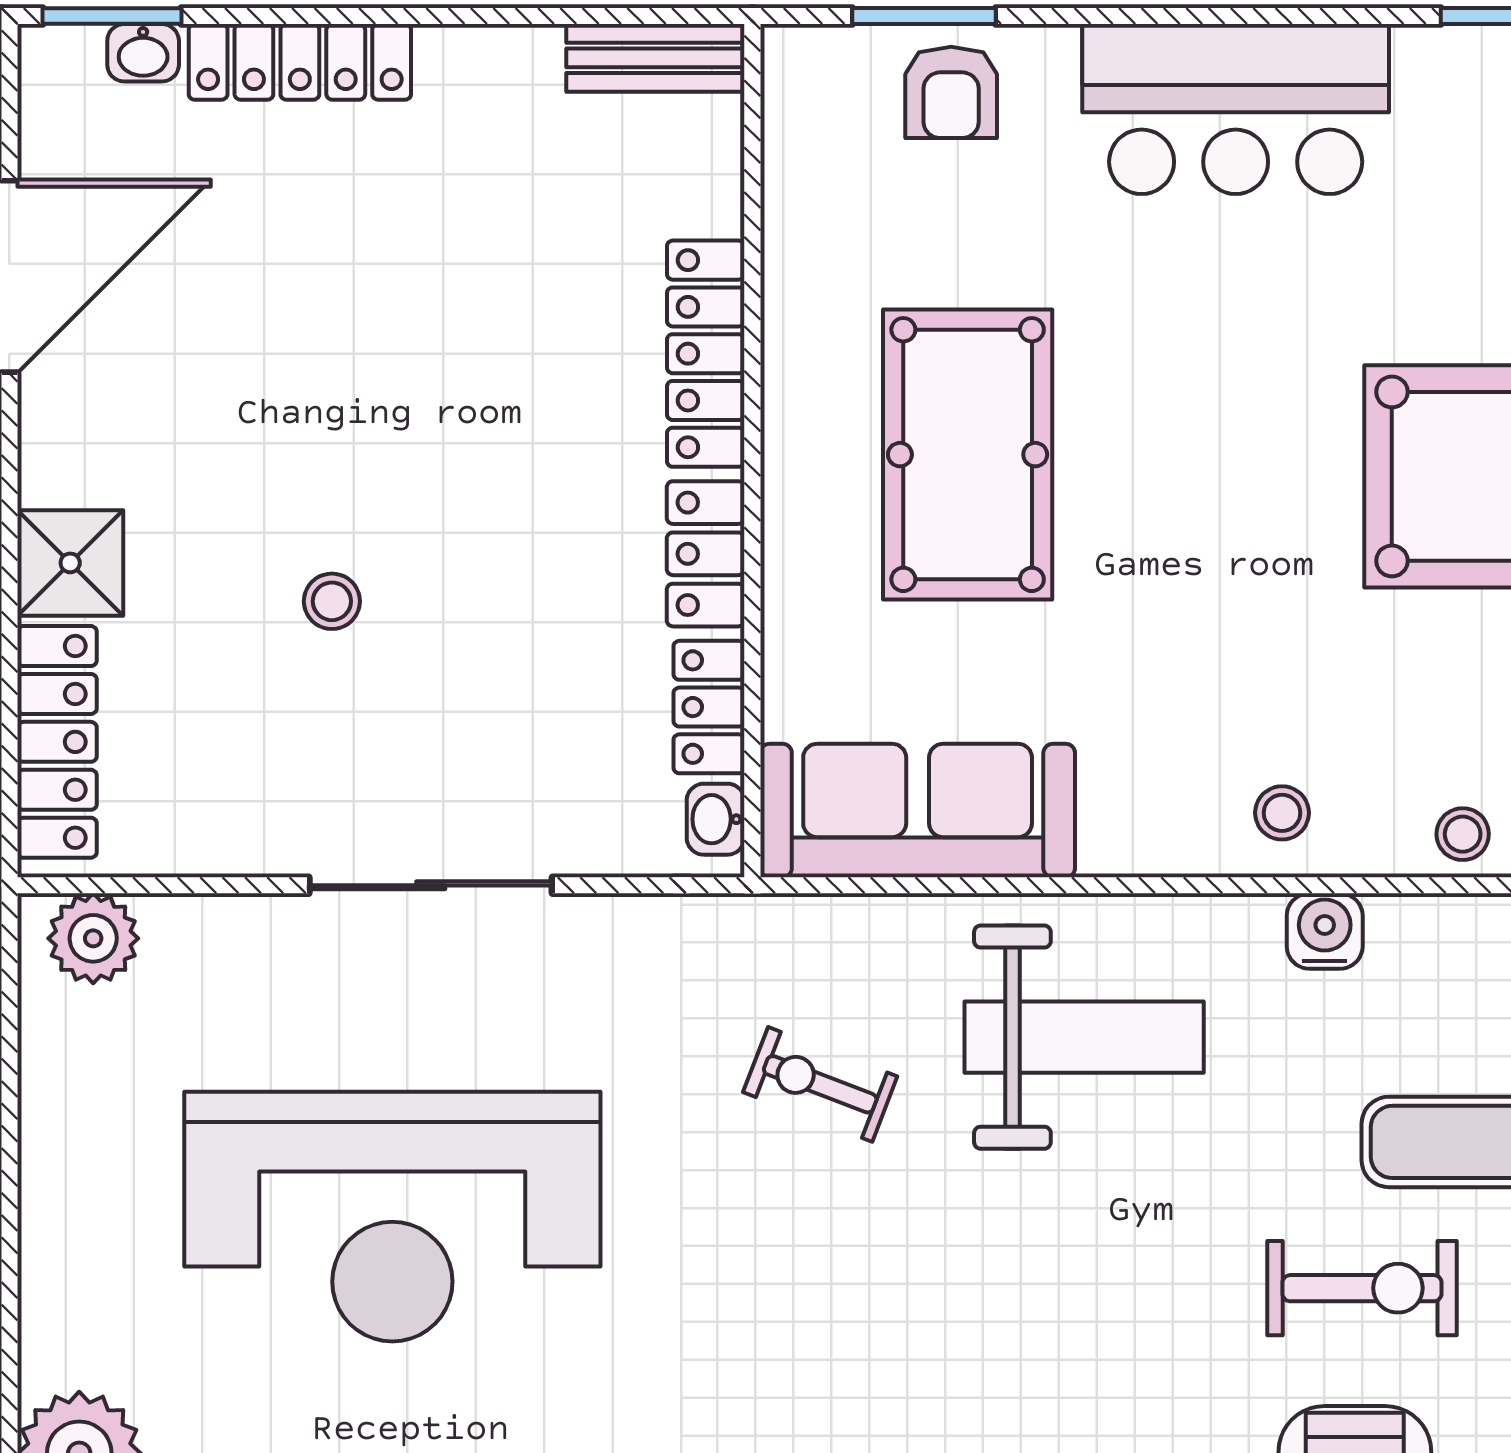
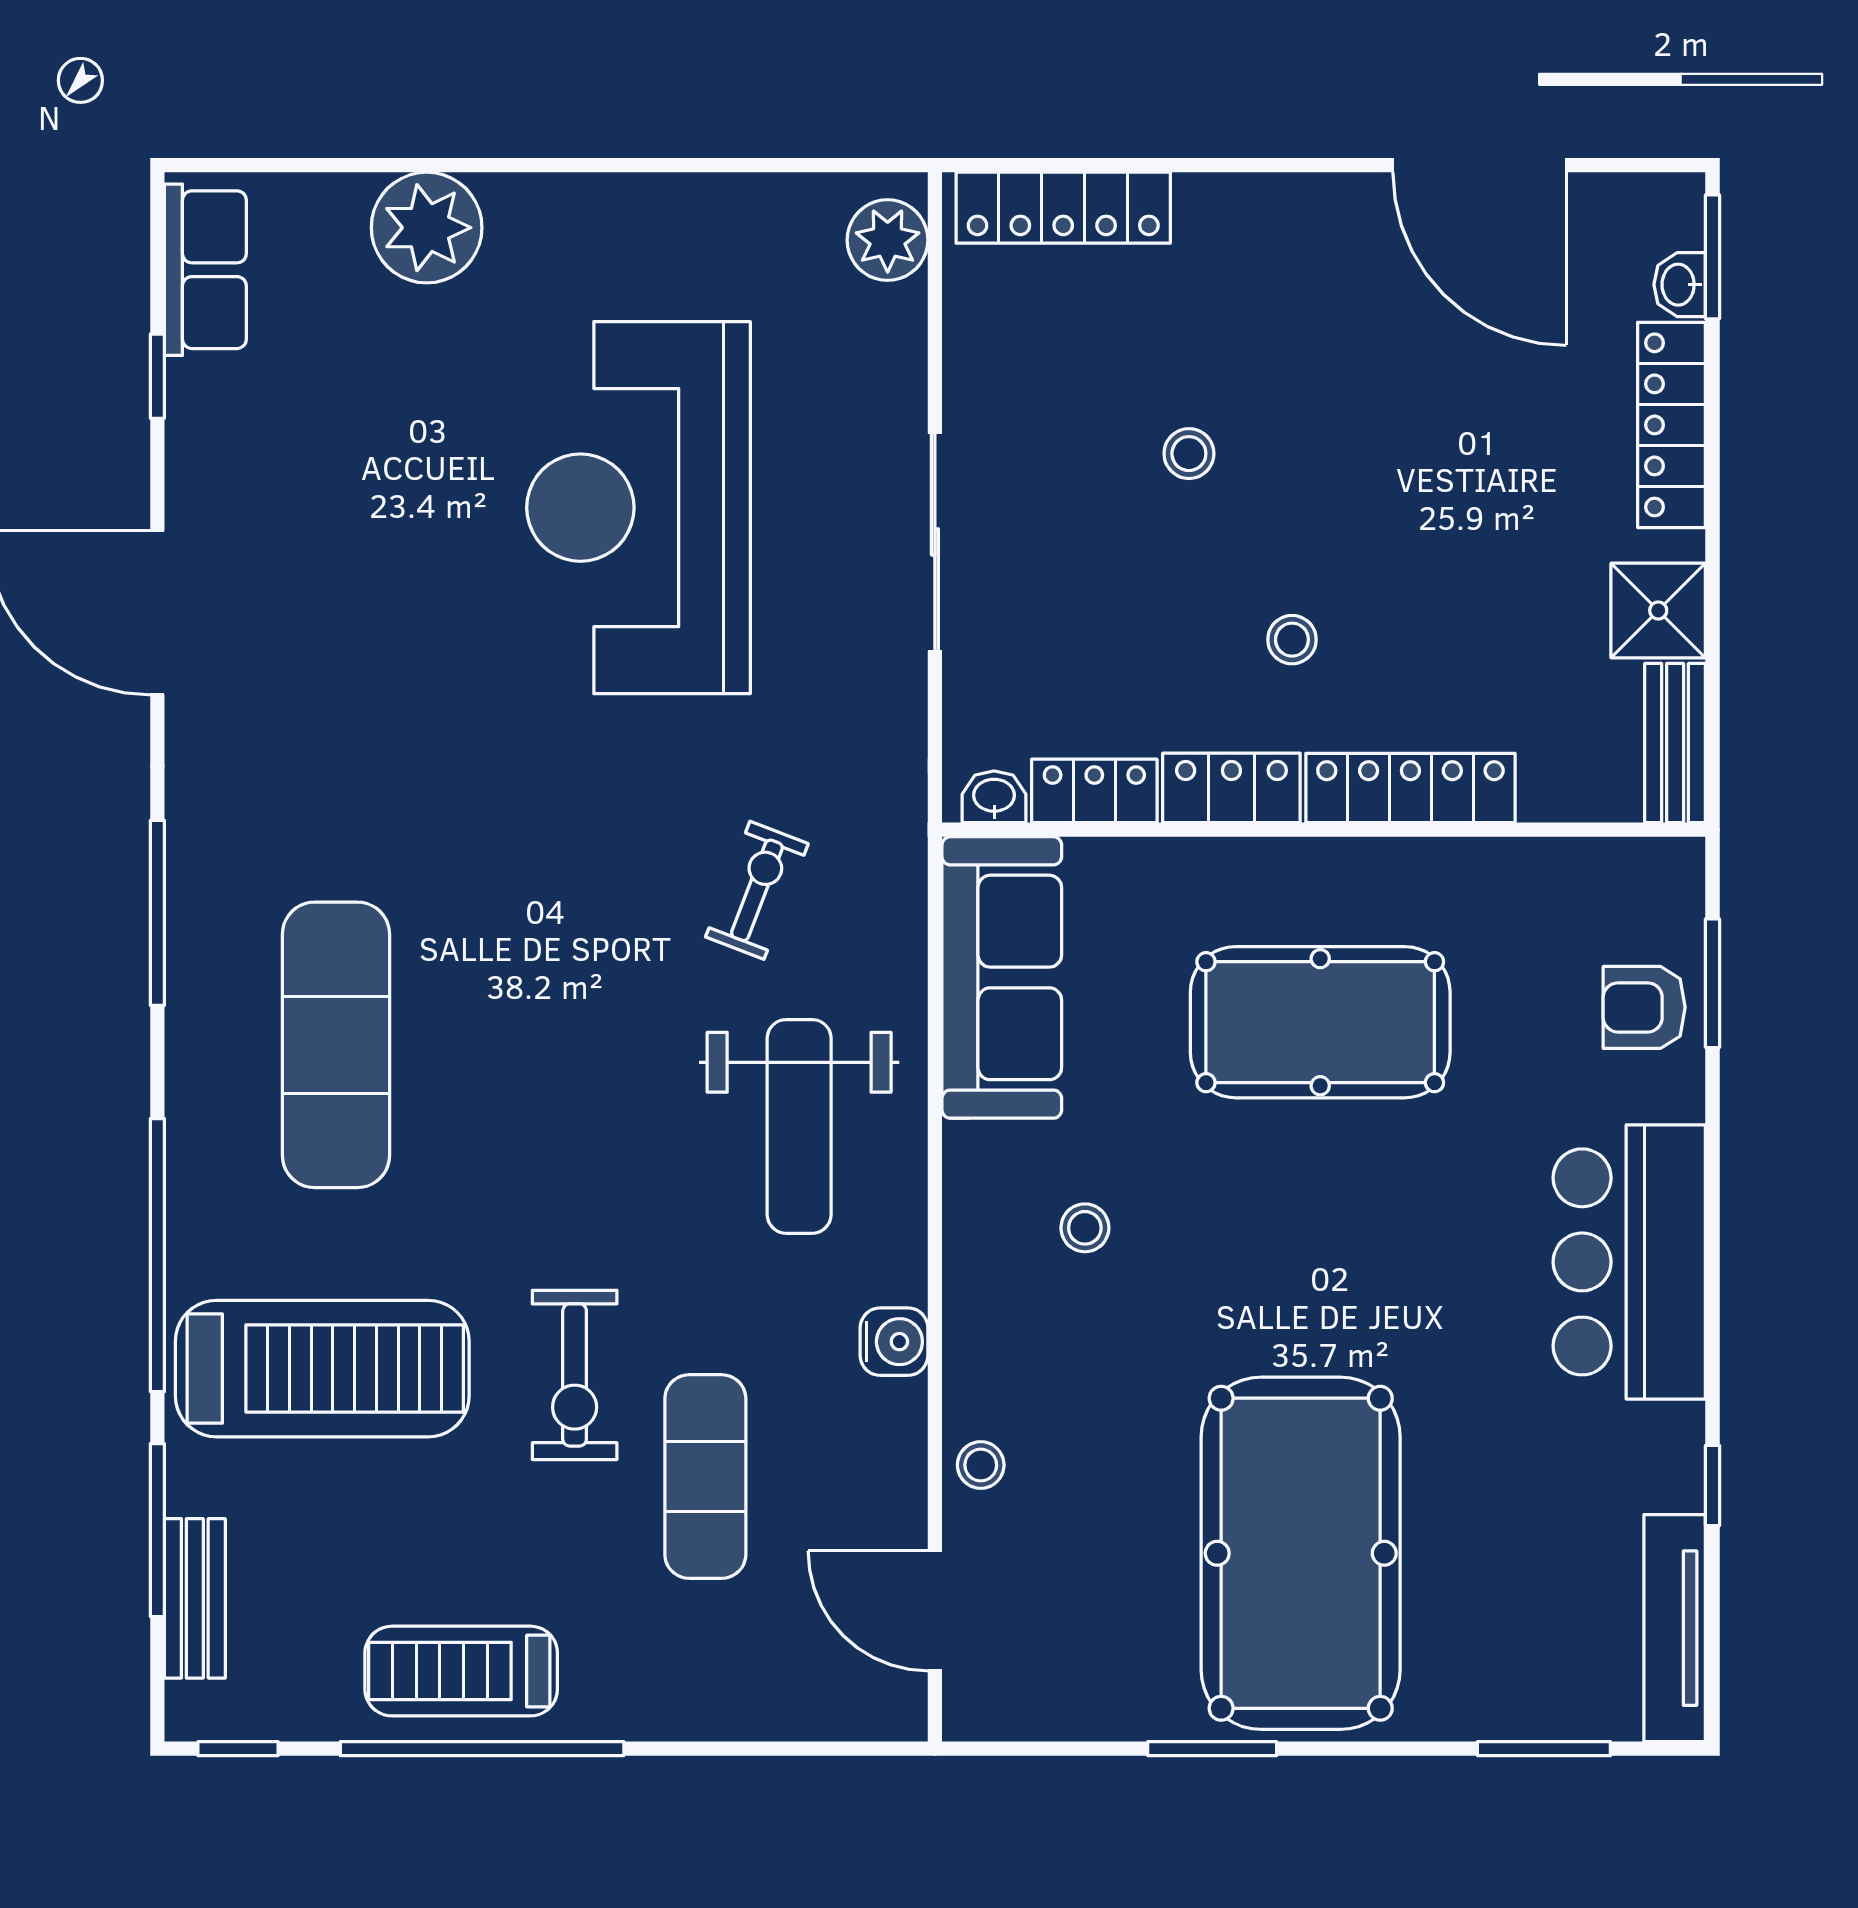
stool: (540, 486) -> (1292, 640), added
shower: (70, 563) -> (1658, 610), moved
stool: (1282, 813) -> (1085, 1228), moved

